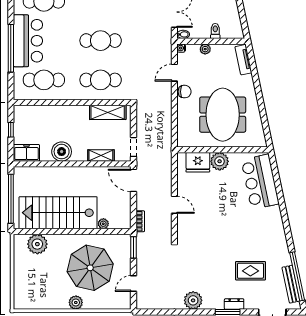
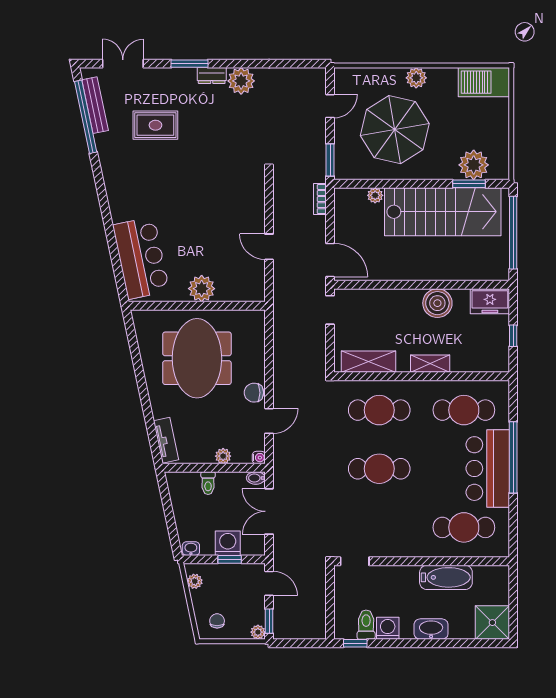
shelving: (101, 155) -> (430, 364), moved
fridge: (198, 162) -> (234, 287), removed
door: (174, 205) -> (269, 247), moved
window: (40, 232) -> (469, 184), added
barbecue: (31, 300) -> (484, 82), added
dresser: (234, 304) -> (212, 75), moved

